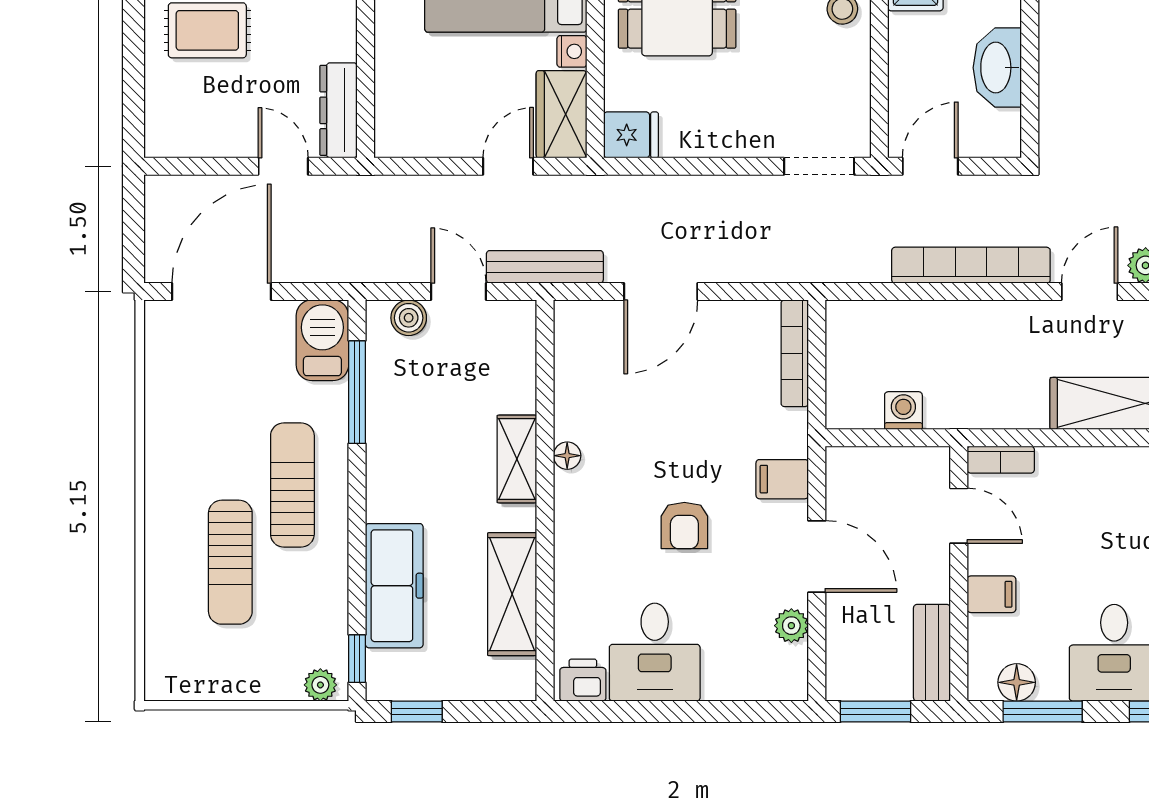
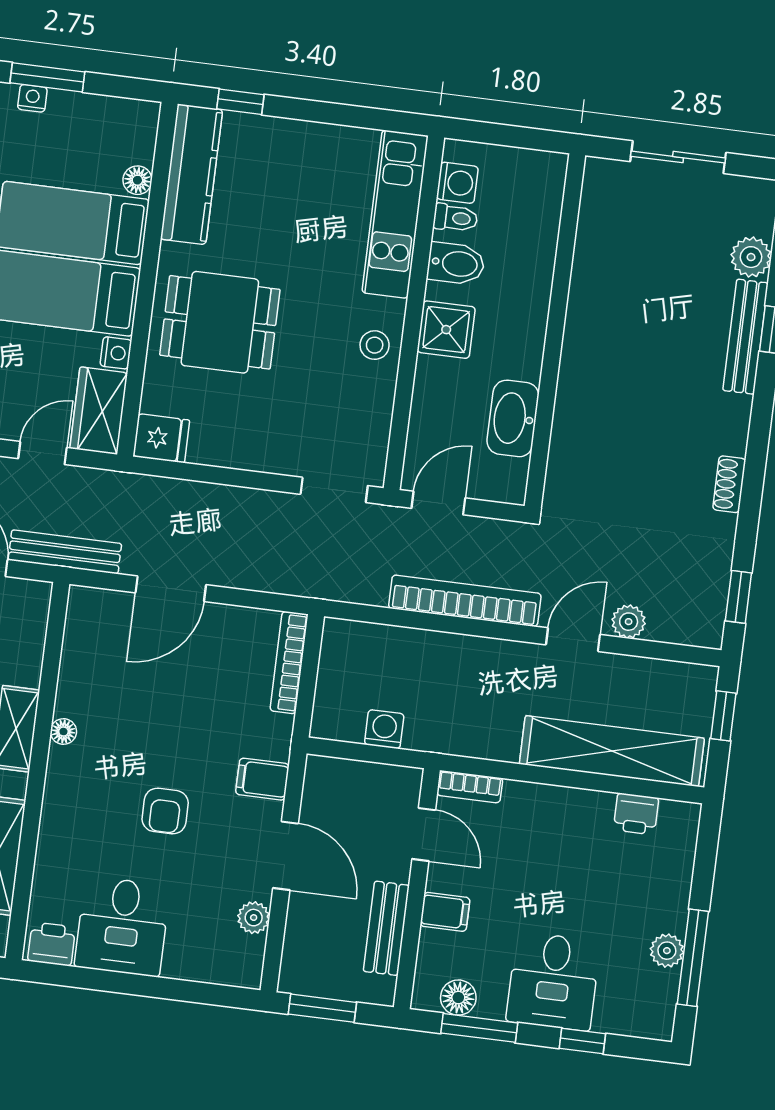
bench: (932, 653) -> (386, 928), moved

